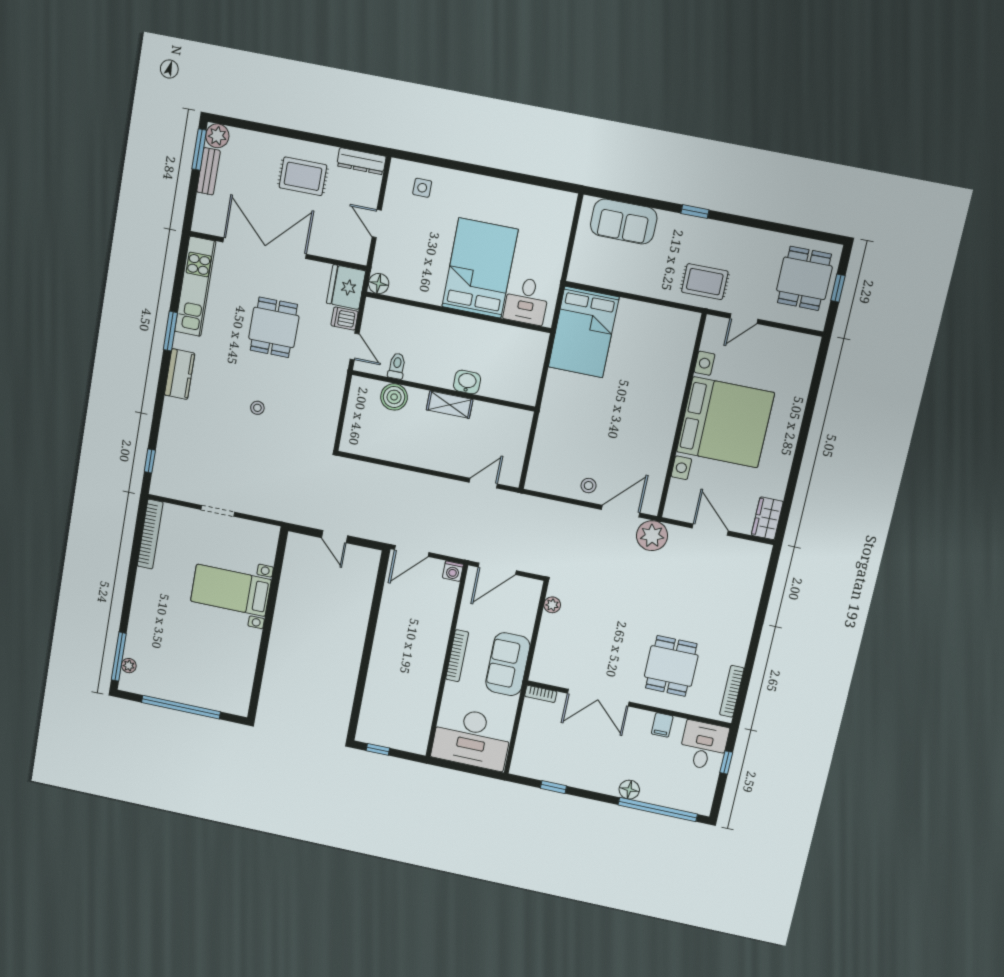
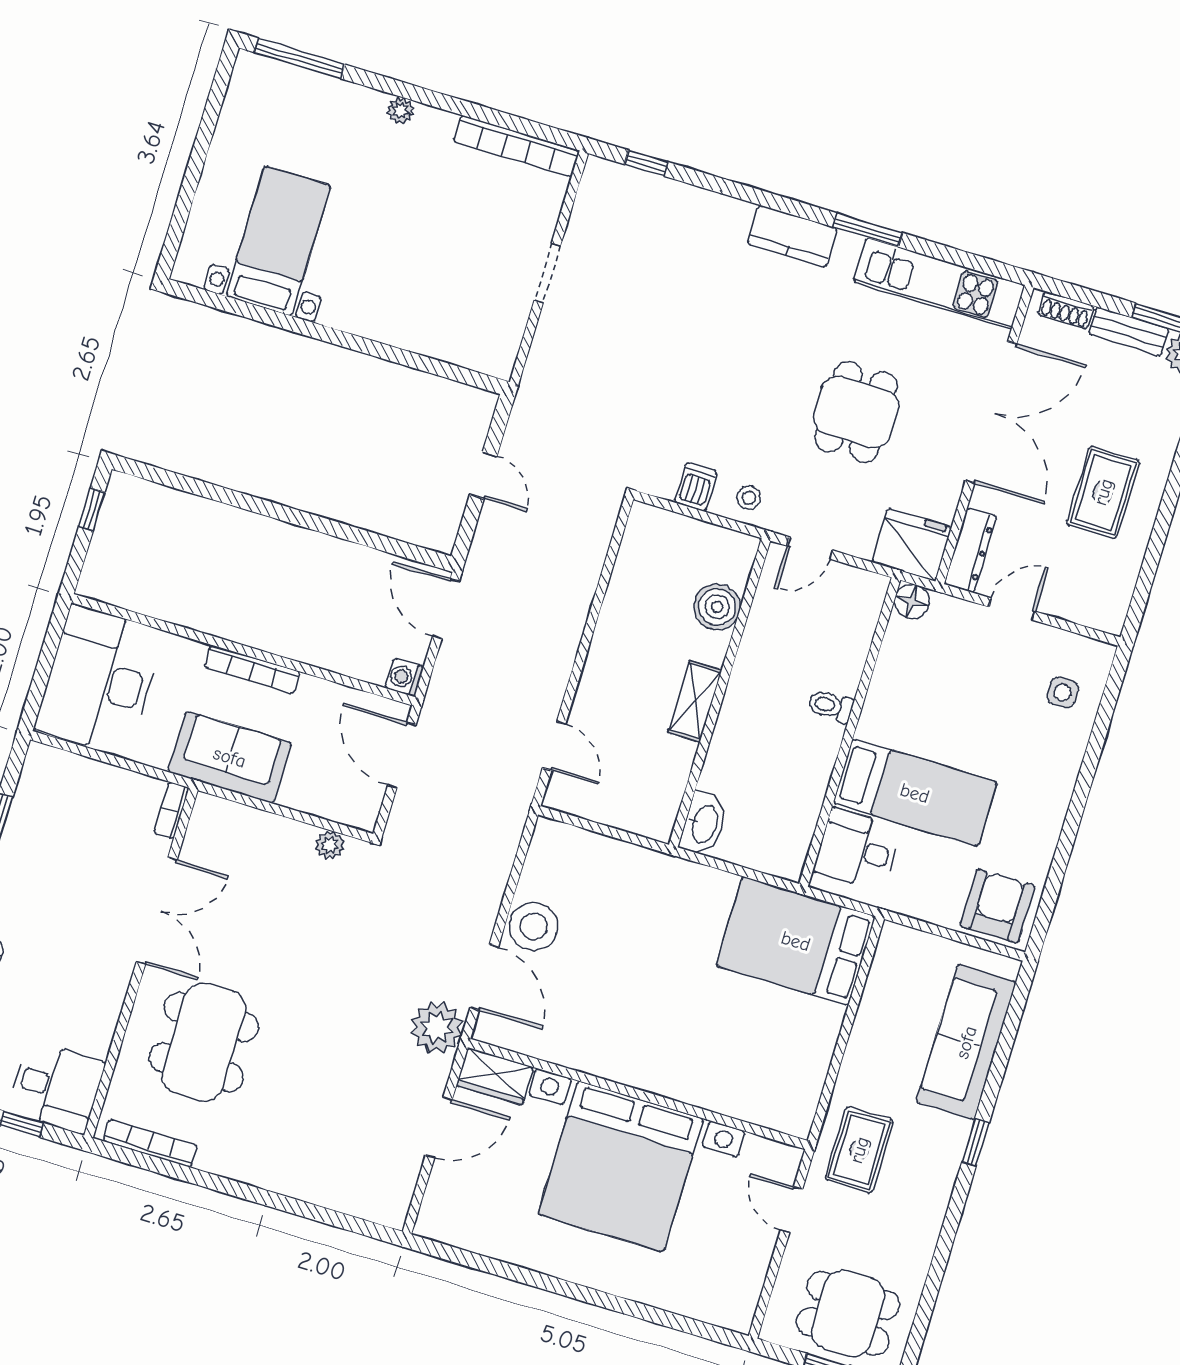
dresser: (361, 161) -> (970, 550), moved, turned 180
shoe rack: (201, 210) -> (1066, 310), added
armchair: (552, 213) -> (998, 906), added
sofa: (624, 221) -> (966, 1042), width x1.36
bed: (480, 268) -> (915, 793), width x0.67
dishwasher: (345, 319) -> (696, 487), moved
dining table: (274, 327) -> (856, 412), turned 90
toilet: (397, 366) -> (831, 706), moved, turned 180
washbasin: (467, 382) -> (704, 824), moved, width x1.38
stool: (257, 408) -> (749, 498), moved
stool: (589, 486) -> (534, 926), width x1.89, depth x1.89
wardrobe: (767, 518) -> (495, 1076), moved, turned 180
door: (334, 537) -> (483, 475), swing flipped
bed with nightstands: (231, 590) -> (278, 241), moved
plant: (129, 666) -> (401, 110), moved
dining table: (671, 666) -> (204, 1042), width x1.38
double door: (598, 698) -> (157, 911), swing flipped
window: (181, 707) -> (197, 160), removed
filing cabinet: (662, 725) -> (99, 1018), removed

